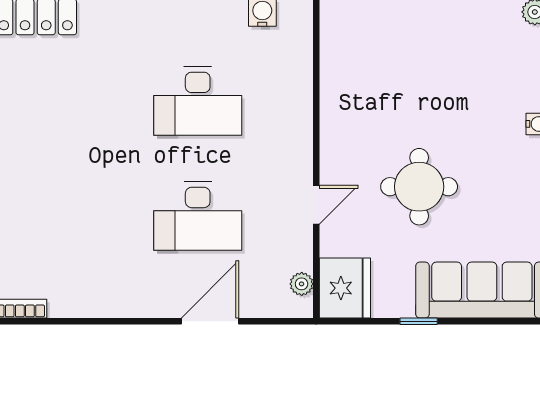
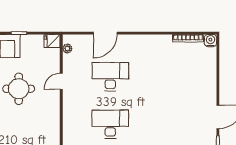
fridge: (345, 288) -> (52, 41), width x0.53, depth x0.75

